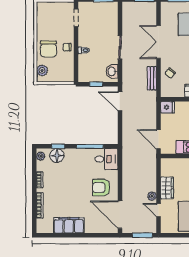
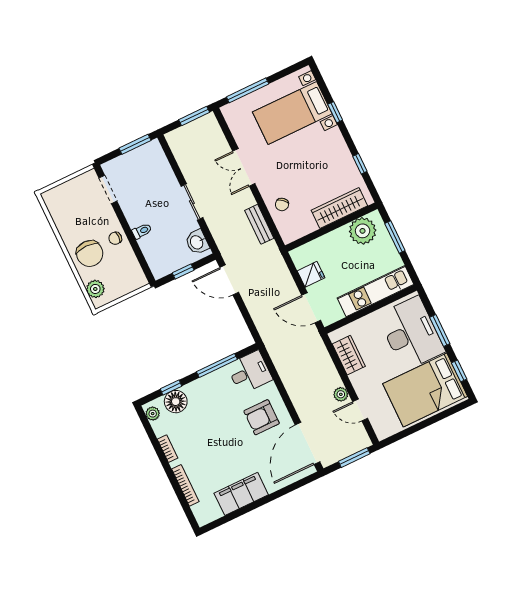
double door: (159, 42) -> (244, 167), width x0.73
fridge: (168, 107) -> (311, 274), moved
wardrobe: (167, 188) -> (349, 355), moved
door: (120, 215) -> (308, 443), hinge flipped

